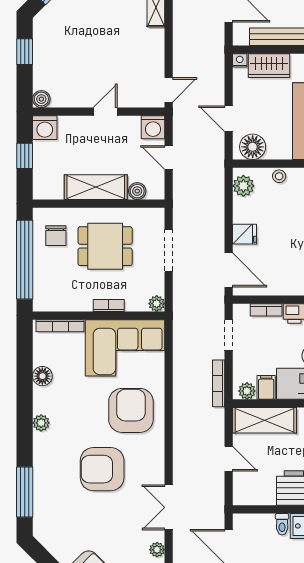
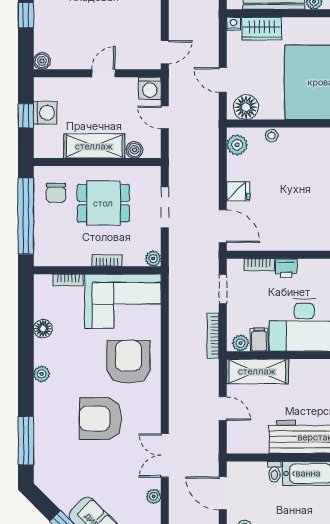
washing machine: (45, 128) -> (45, 113), moved, turned -90
bookcase: (60, 326) -> (68, 280), width x0.64

